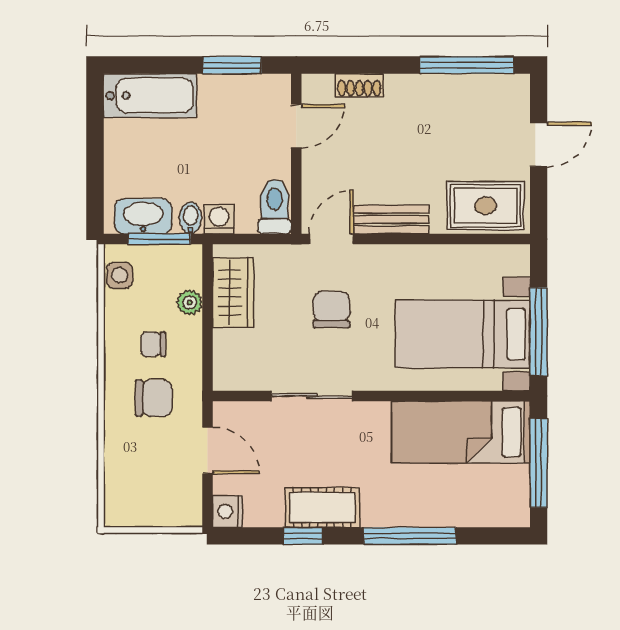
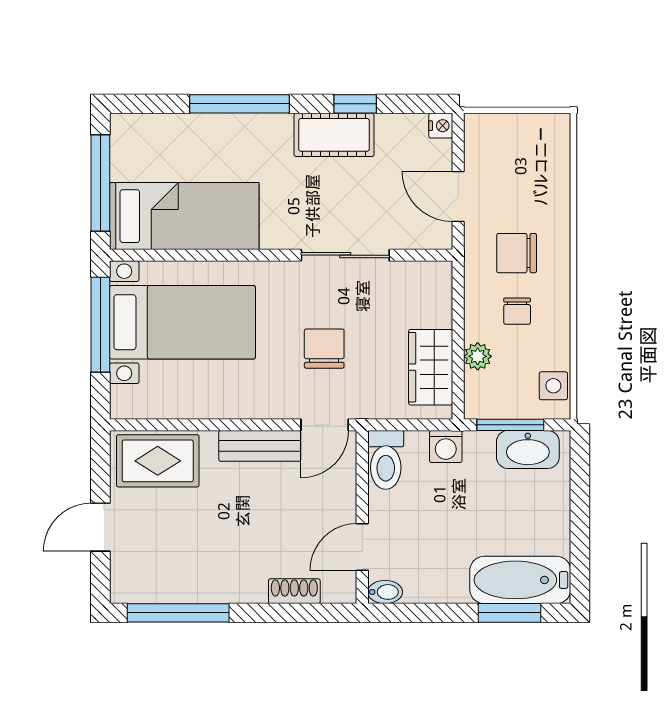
window: (232, 65) -> (509, 613), moved
bidet: (191, 218) -> (385, 592), moved, turned -90
chair: (332, 310) -> (324, 349), turned 180
chair: (153, 344) -> (517, 311), turned 90
nightstand: (228, 511) -> (441, 126), width x0.72, depth x0.74

